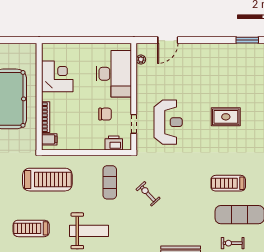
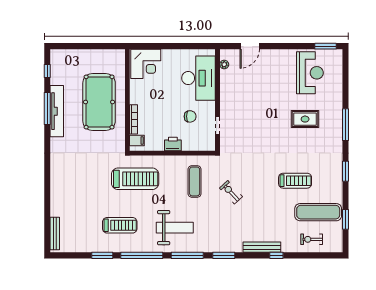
corner desk: (57, 76) -> (146, 64), moved, turned 90
reception desk: (168, 122) -> (310, 73), moved
printer: (114, 143) -> (173, 144), moved
treadmill: (228, 183) -> (295, 181), moved, turned 180
treadmill: (31, 228) -> (120, 225), turned 180

